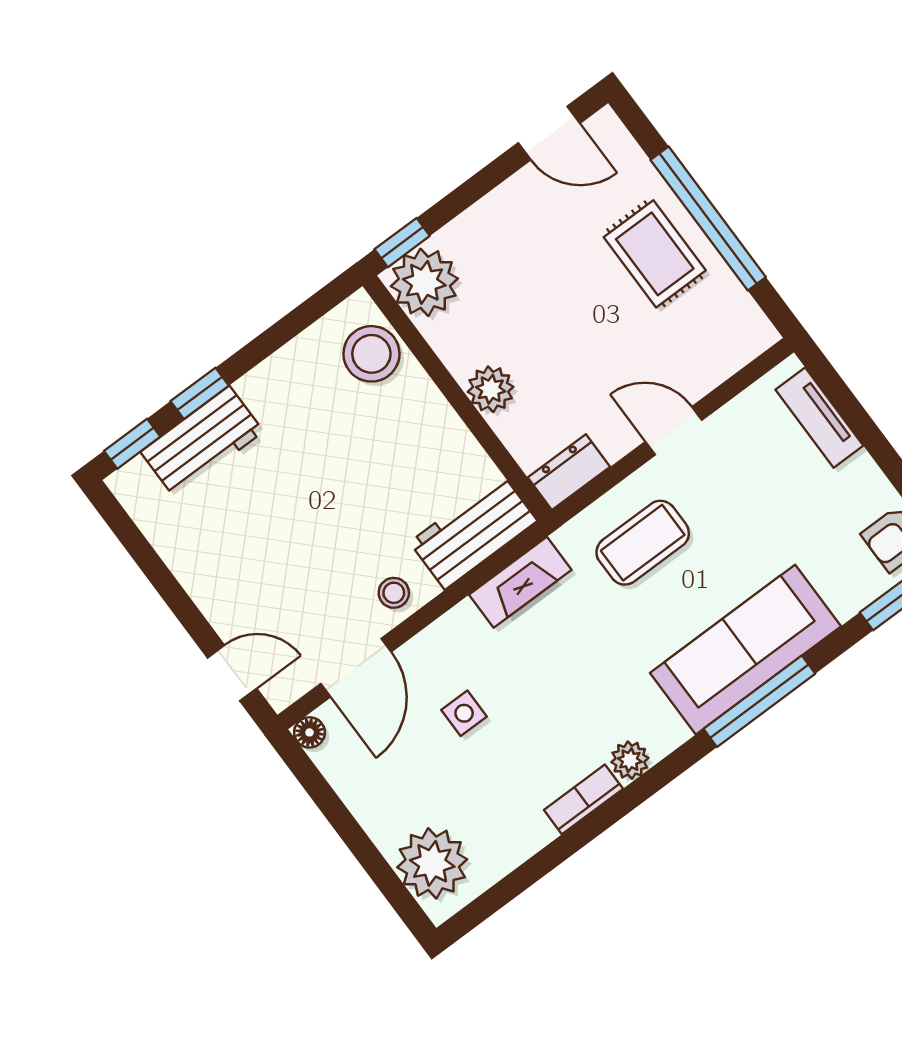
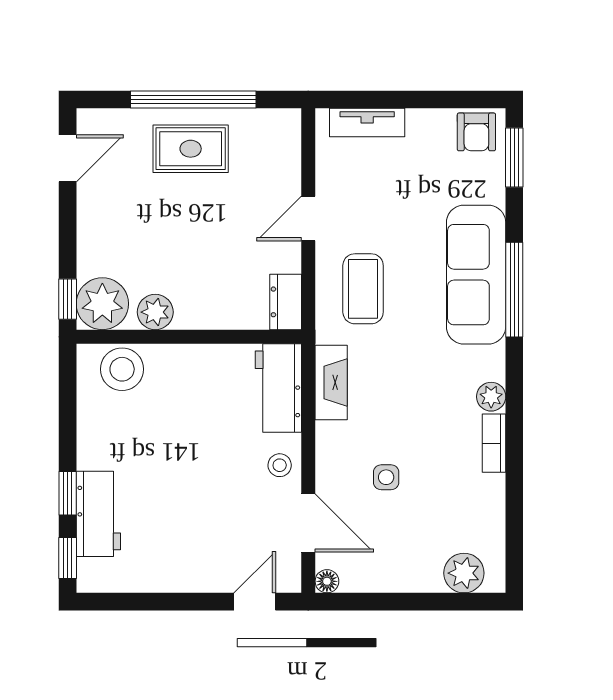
plant: (491, 389) -> (155, 312), moved
plant: (432, 863) -> (464, 573), width x0.73, depth x0.73

